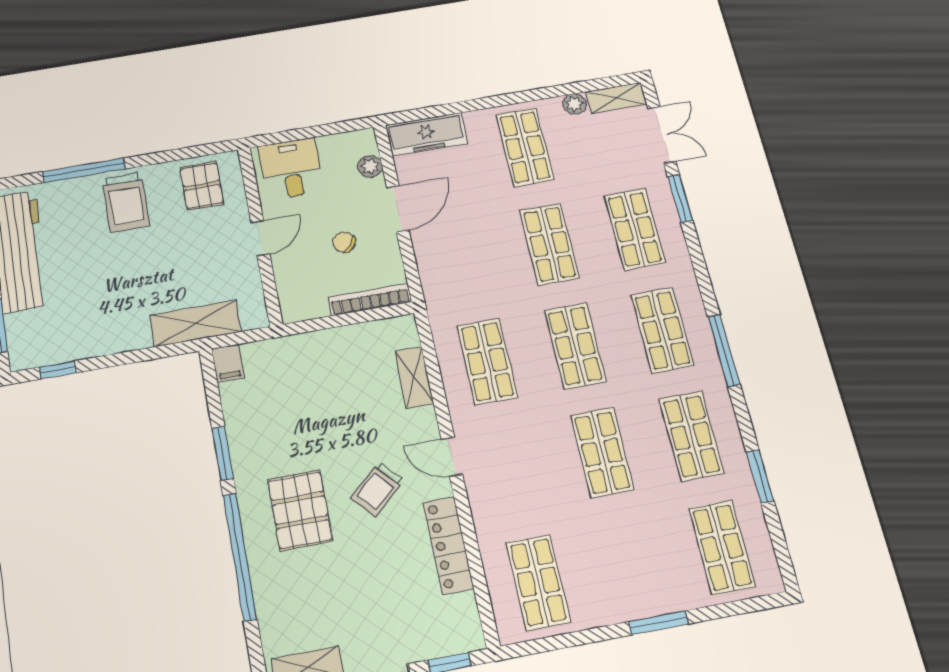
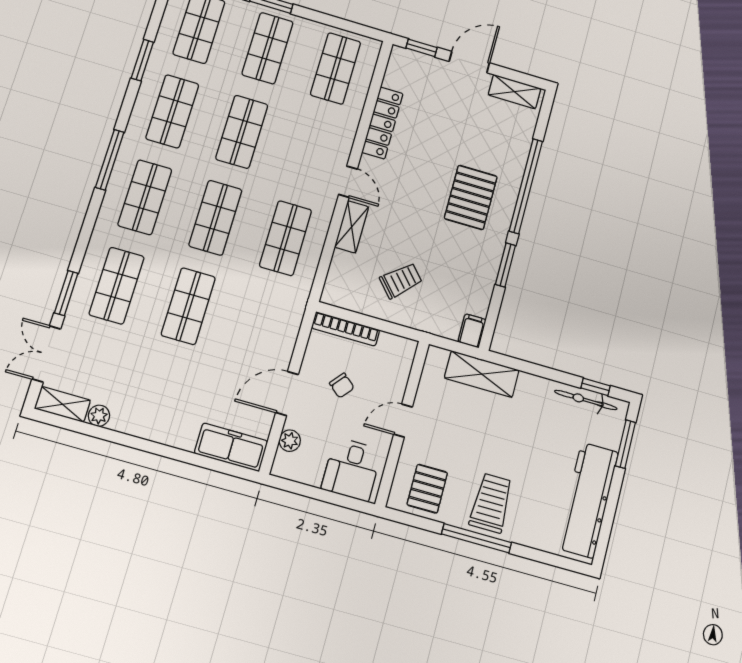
shop shelf: (525, 147) -> (267, 48), moved
window: (84, 170) -> (477, 538), moved
bicycle: (64, 351) -> (586, 400), added
shelving: (414, 377) -> (352, 227), moved
trolley: (377, 489) -> (401, 280), moved

